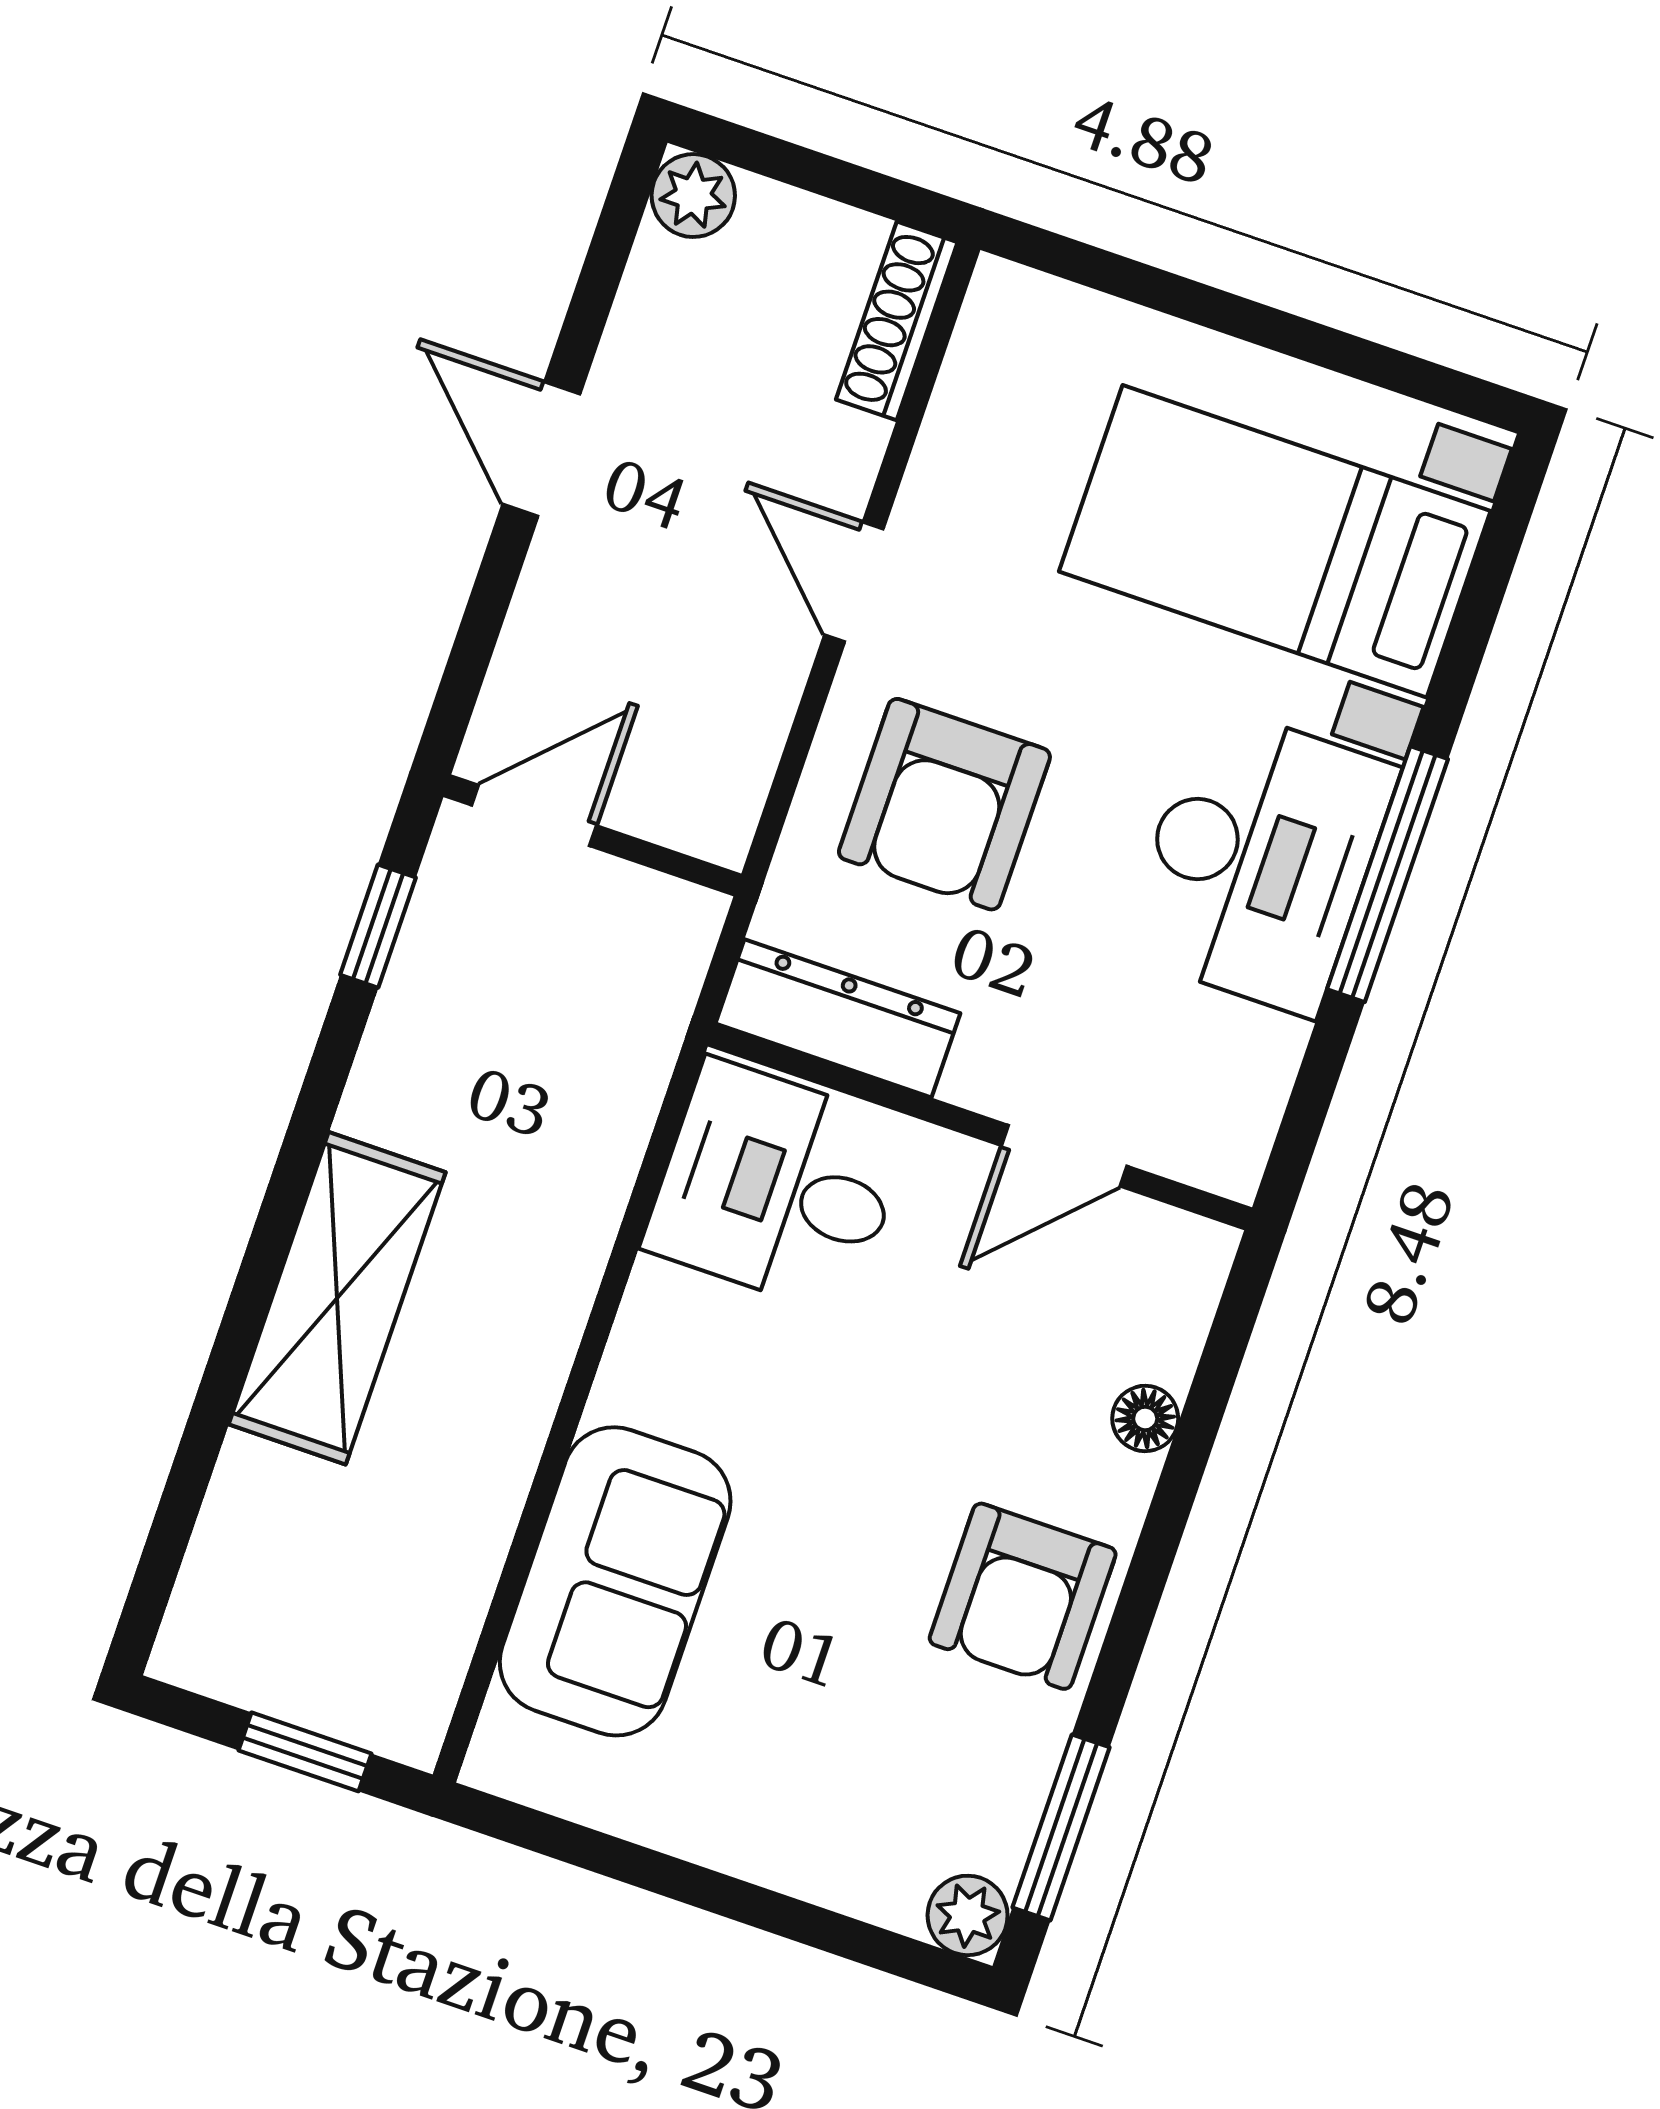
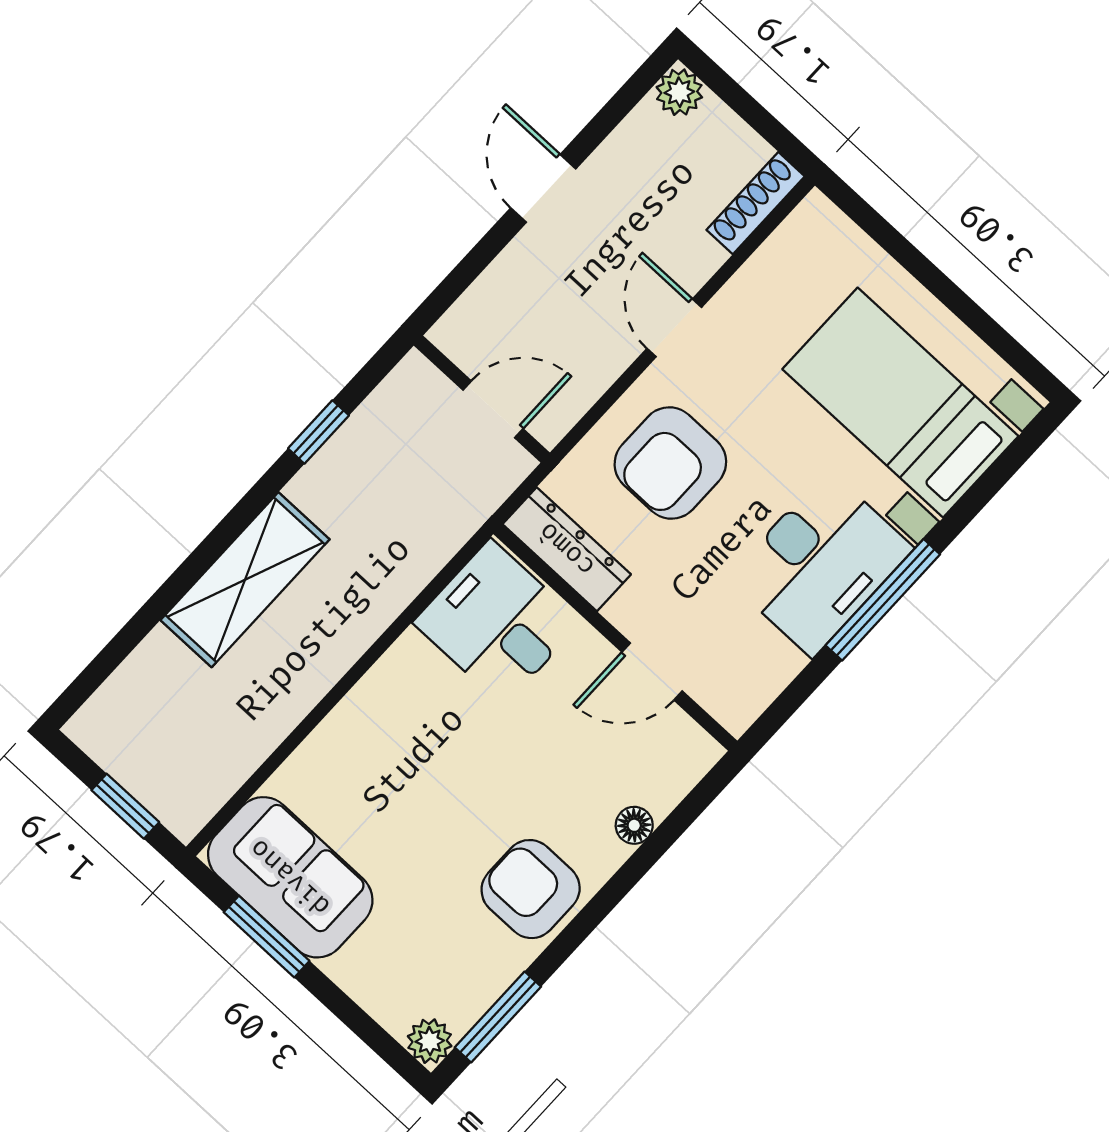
door: (534, 815) -> (493, 409), moved
window: (378, 926) -> (318, 432), moved
sofa: (615, 1581) -> (290, 877), moved, turned -90
armchair: (1023, 1596) -> (531, 889), turned 90
window: (628, 1862) -> (267, 937), added

